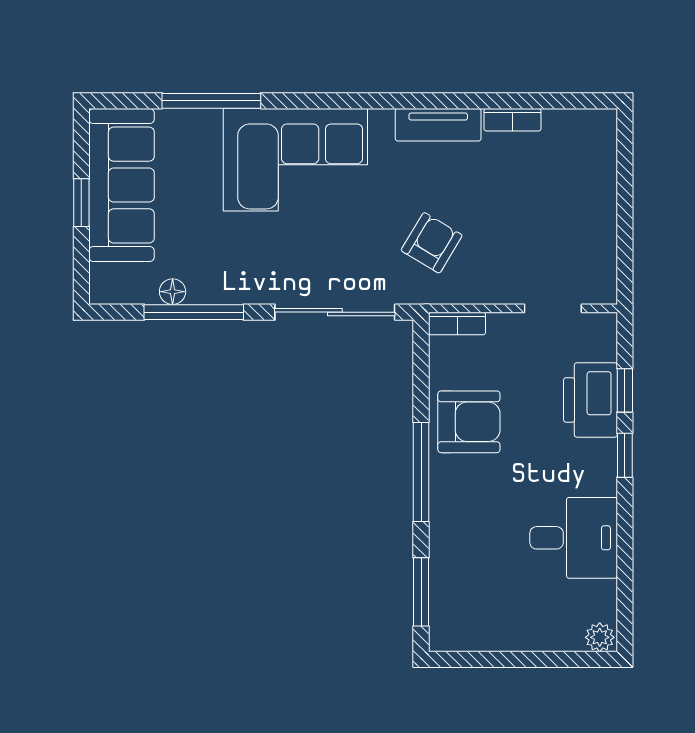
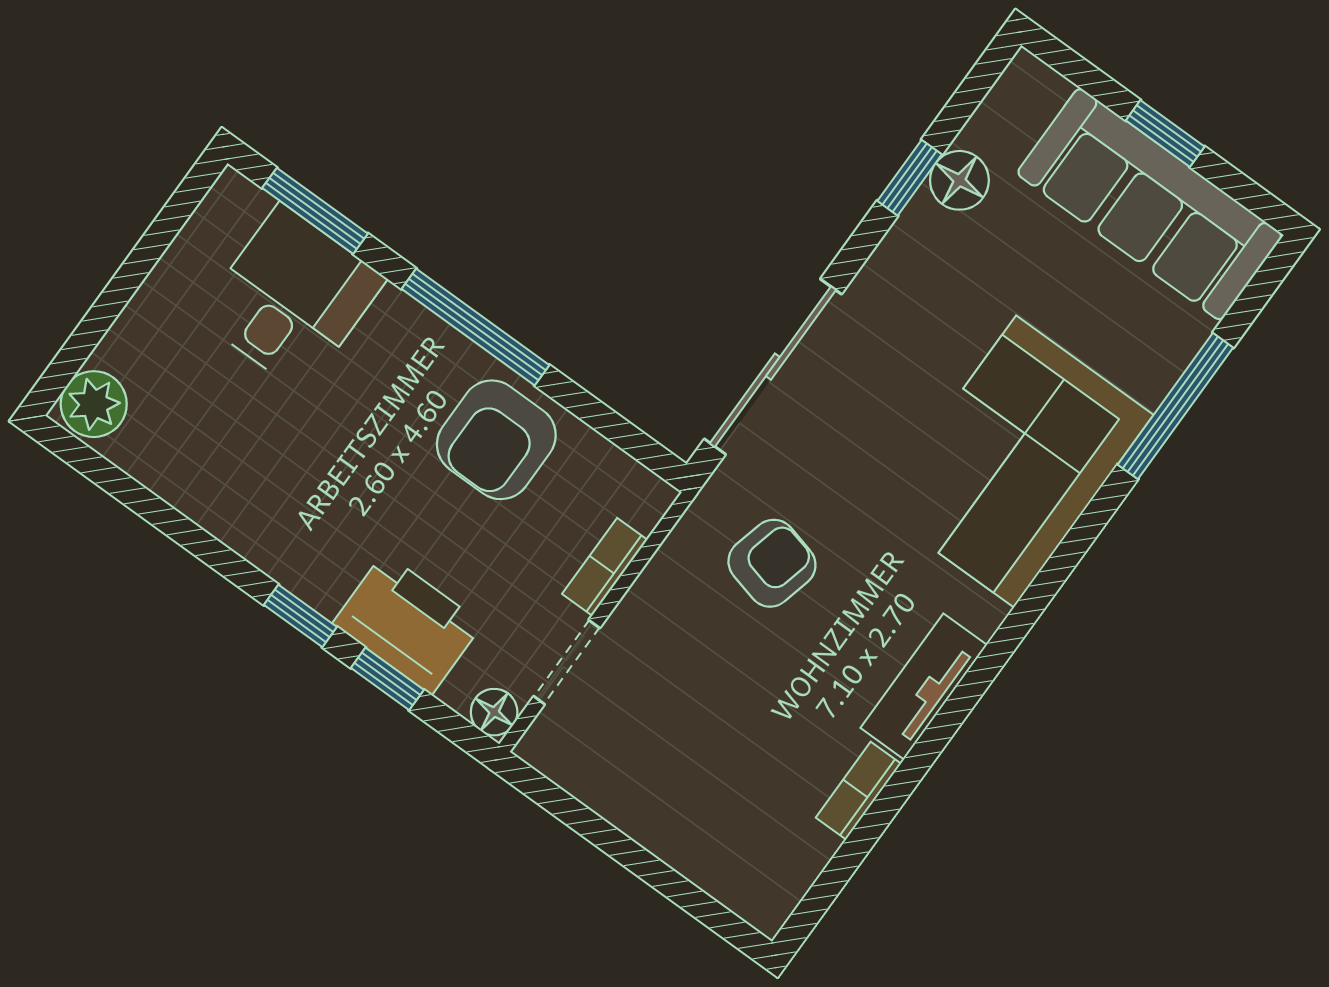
armchair: (432, 243) -> (772, 563), turned -107
floor lamp: (173, 292) -> (959, 180), width x1.37, depth x1.37
window: (194, 312) -> (910, 178), width x0.46
bookcase: (457, 324) -> (605, 567), moved
floor lamp: (603, 326) -> (494, 712), added
desk: (574, 538) -> (291, 298), moved, turned 180
plant: (600, 637) -> (94, 404), width x1.38, depth x1.38

